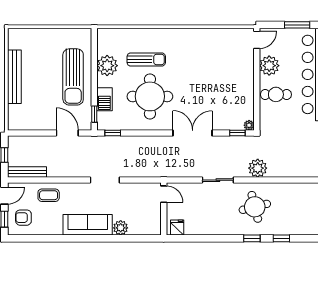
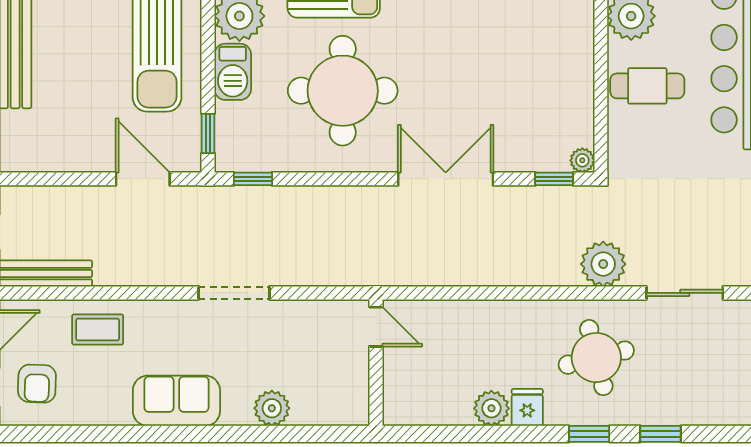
barbecue: (104, 99) -> (233, 72), moved
sliding door: (218, 180) -> (685, 293), moved
armchair: (23, 218) -> (37, 384), turned -88
sofa: (88, 225) -> (176, 401), width x0.73
fridge: (177, 227) -> (527, 407), moved
plant: (211, 228) -> (491, 408), added

